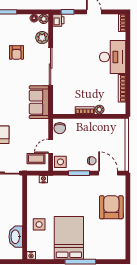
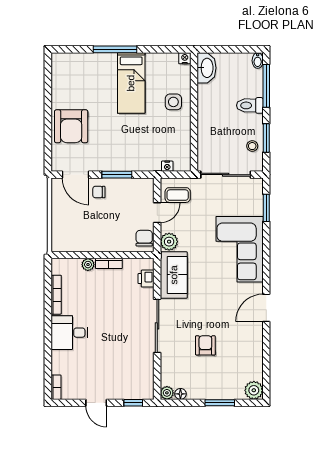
printer: (58, 20) -> (146, 279), moved
plant: (42, 38) -> (169, 242), moved
desk: (113, 57) -> (69, 333), width x0.73
side table: (60, 162) -> (143, 191), removed
washbasin: (16, 237) -> (207, 68), moved
bed: (69, 238) -> (131, 83), width x0.67

